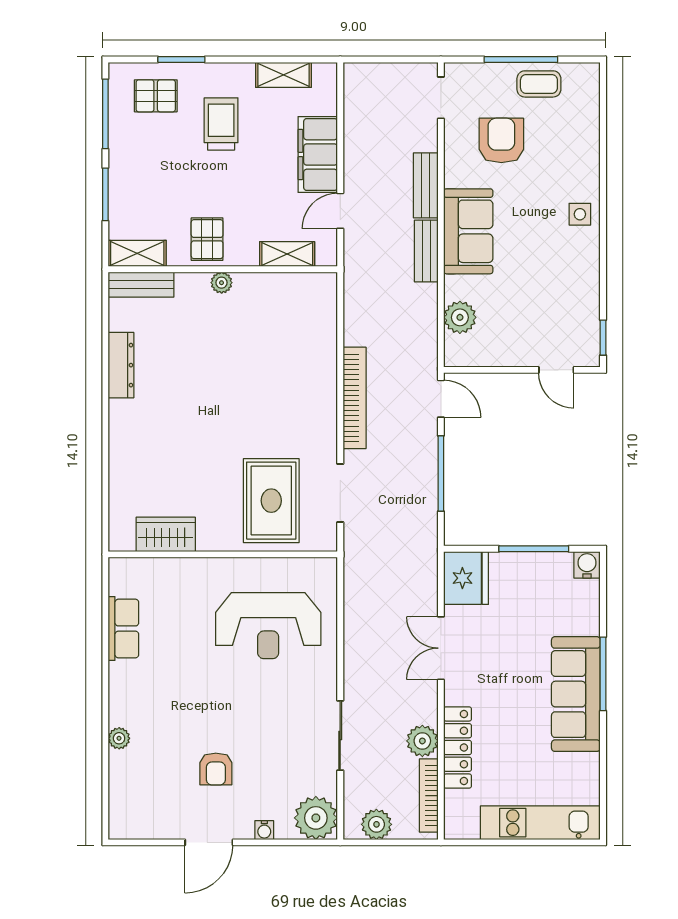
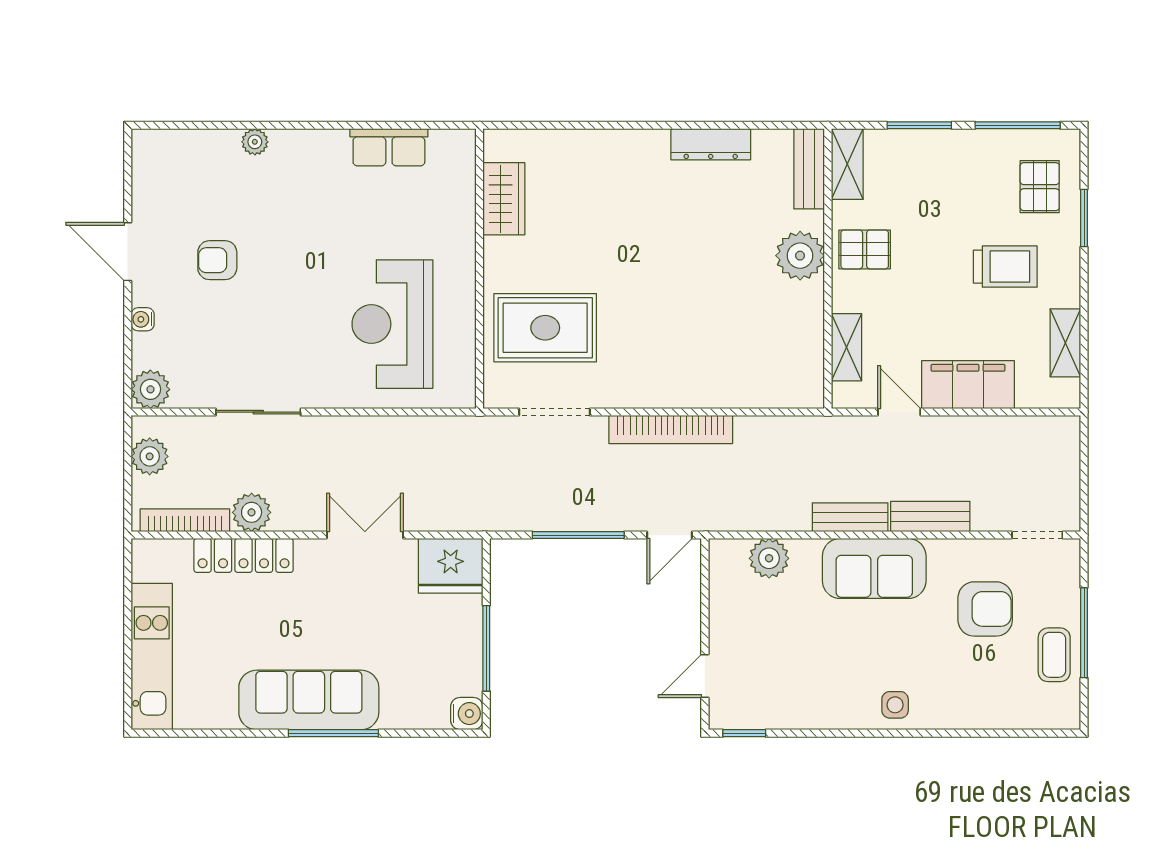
plant: (222, 283) -> (800, 256), width x1.88, depth x1.88
plant: (316, 818) -> (150, 389), width x0.73, depth x0.73

